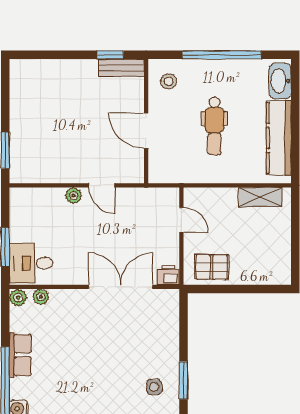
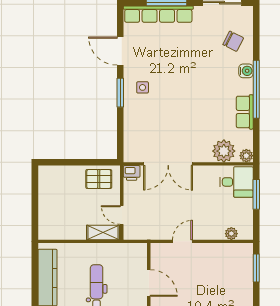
door: (102, 185) -> (183, 241), hinge flipped
plant: (73, 196) -> (231, 234), moved
shelving: (260, 197) -> (103, 232), moved
plant: (41, 297) -> (224, 151), width x1.88, depth x1.88

